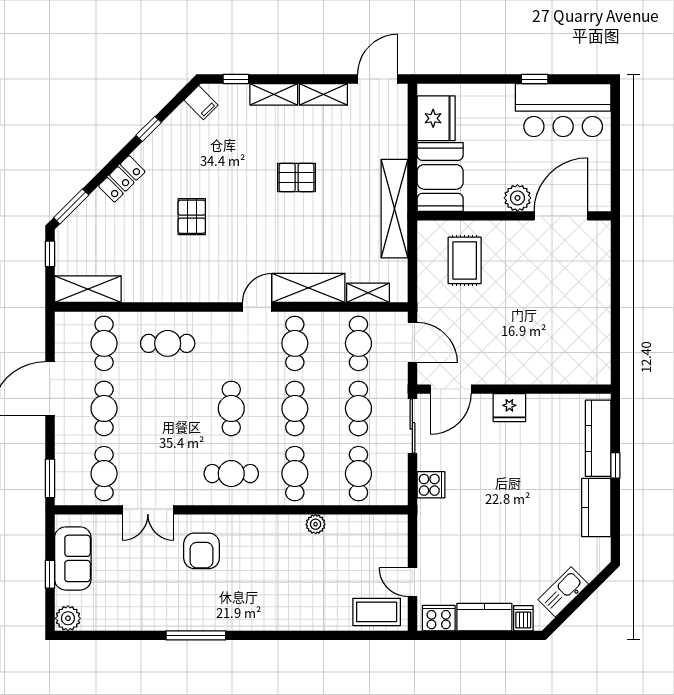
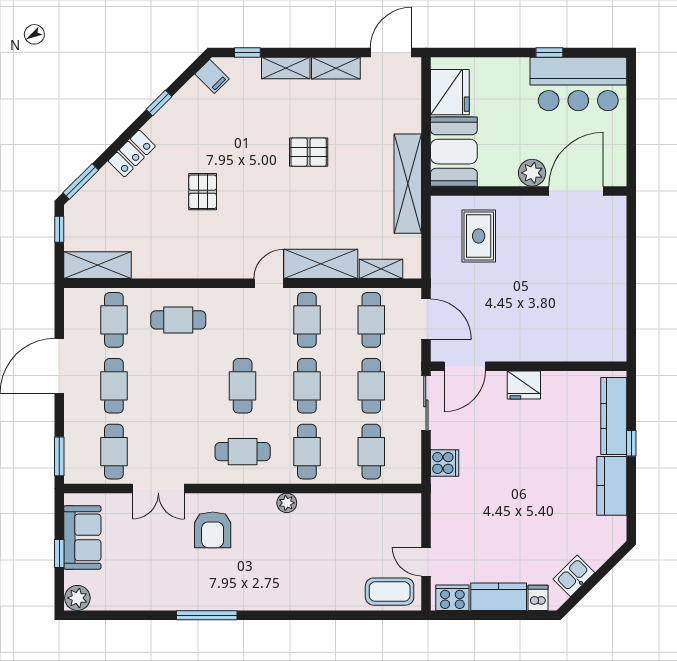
plant: (316, 524) -> (287, 503), moved
kitchen sink: (563, 592) -> (574, 576), width x0.73

